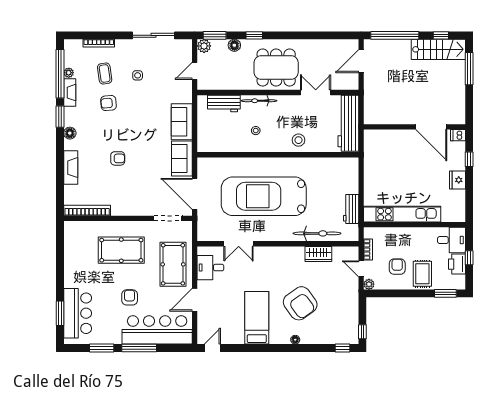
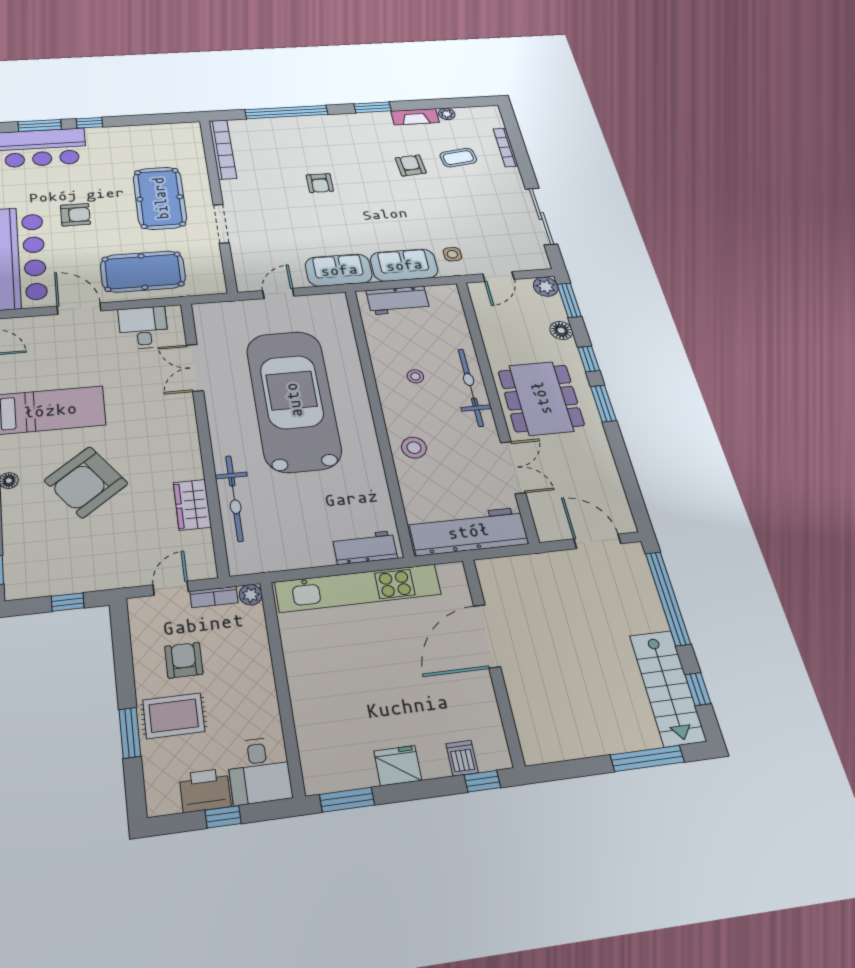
window: (283, 35) -> (603, 403), added
door: (195, 71) -> (498, 277), swing flipped
window: (60, 74) -> (286, 112), moved
side table: (138, 75) -> (452, 254), moved
bicycle: (259, 101) -> (471, 387), width x1.37, depth x1.40
workbench: (224, 103) -> (398, 300), moved, turned -90
door: (431, 127) -> (487, 636), moved
floor lamp: (70, 133) -> (349, 121), removed
dishwasher: (458, 135) -> (462, 758), moved
window: (469, 159) -> (482, 781), moved
fireplace: (71, 168) -> (292, 125), removed
door: (195, 194) -> (278, 293), width x0.53
window: (469, 205) -> (347, 800), added
workbench: (351, 209) -> (365, 548), moved
kitchen unit: (402, 214) -> (358, 588), moved, turned 90
doorway: (168, 218) -> (221, 224), moved
armchair: (397, 267) -> (184, 660), turned -90
plant: (369, 284) -> (251, 595), moved
window: (60, 285) -> (89, 123), added
window: (445, 293) -> (130, 733), moved
window: (362, 332) -> (68, 602), moved

